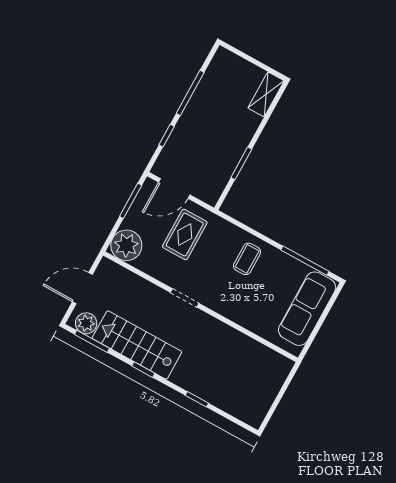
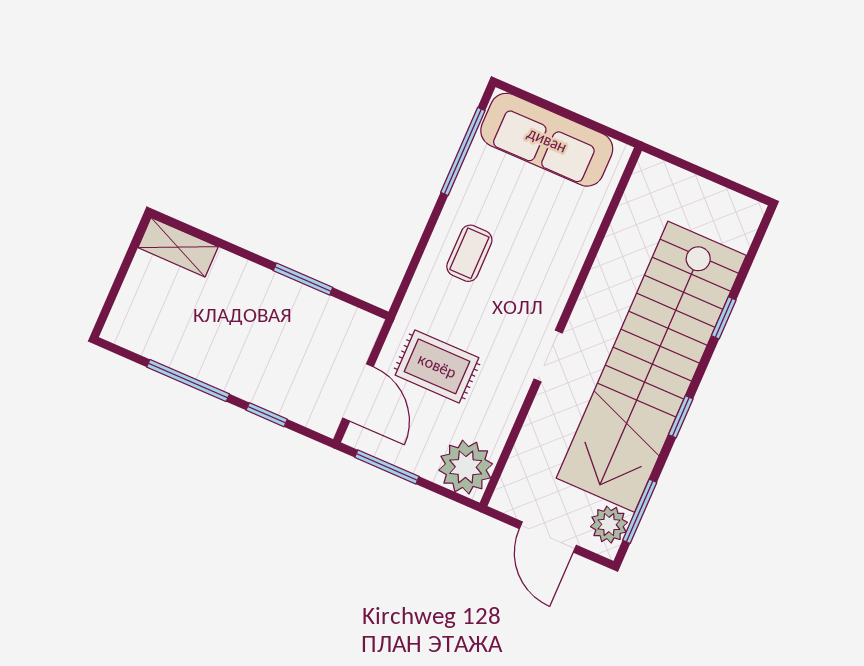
coffee table: (247, 259) -> (469, 253), turned 90
stairs: (137, 345) -> (651, 367), width x1.86, depth x1.51

